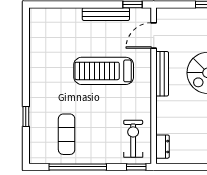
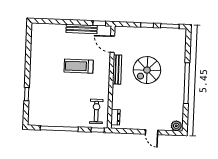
door: (154, 36) -> (112, 44), hinge flipped
treadmill: (104, 71) -> (79, 66), width x0.73, depth x0.73
exercise mat: (67, 134) -> (53, 107), removed

